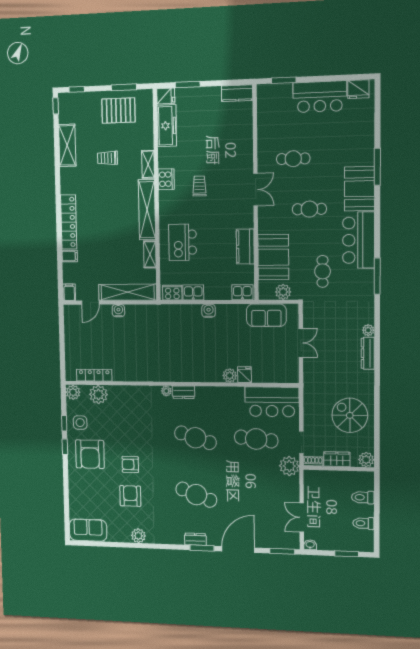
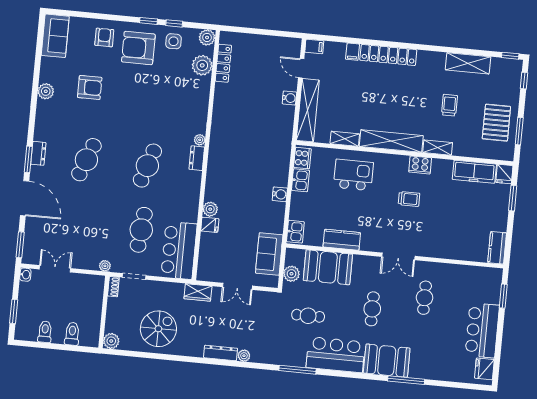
wardrobe: (337, 459) -> (198, 292), moved, turned 90
armchair: (130, 464) -> (104, 37), moved
plant: (289, 466) -> (105, 266), width x0.53, depth x0.53

